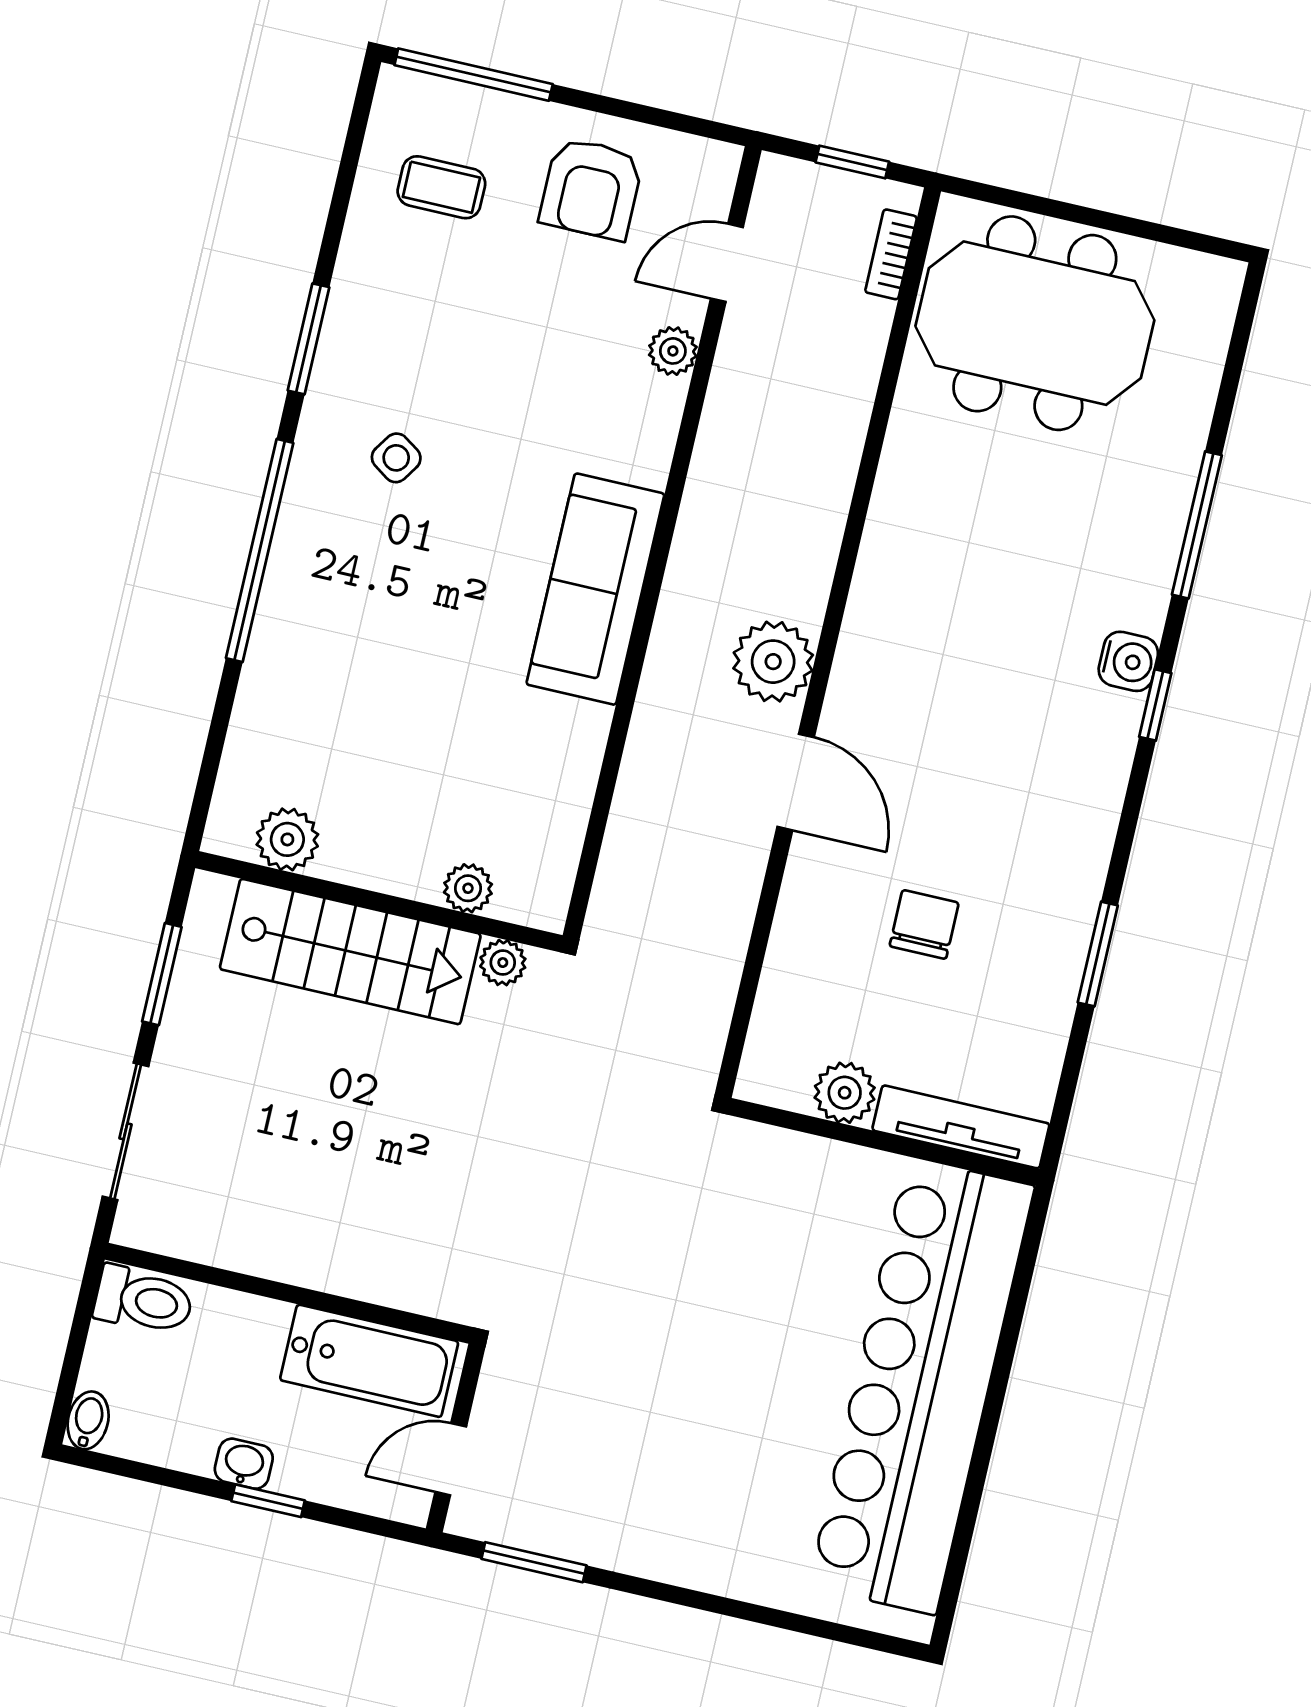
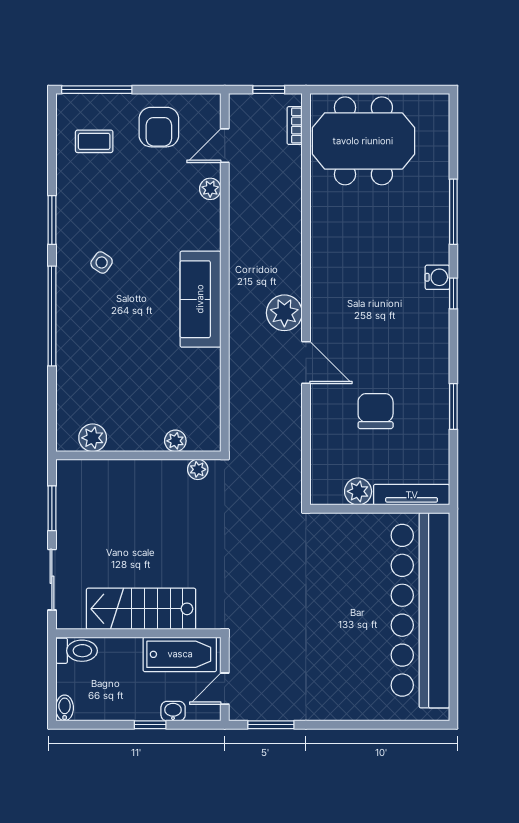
chair: (924, 924) -> (376, 411), width x1.37, depth x1.37
stairs: (350, 952) -> (141, 609), moved, turned 180
washbasin: (244, 1464) -> (173, 711), moved

